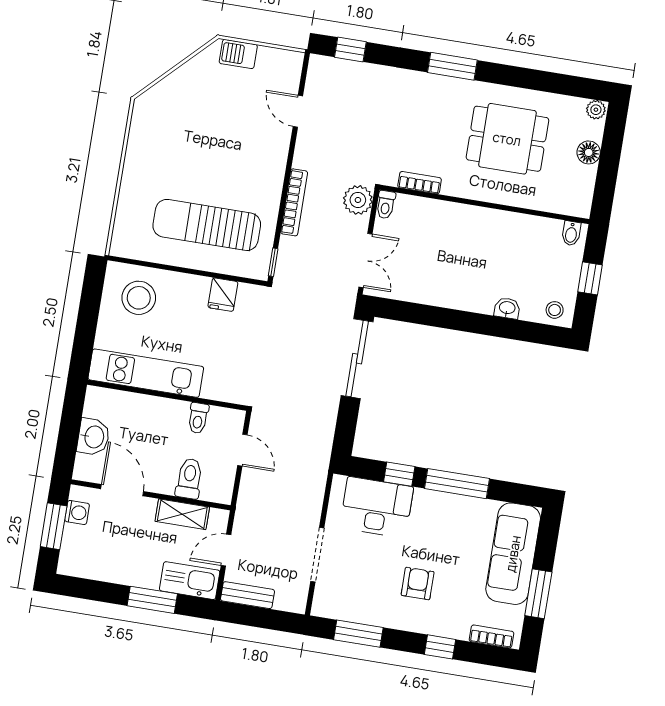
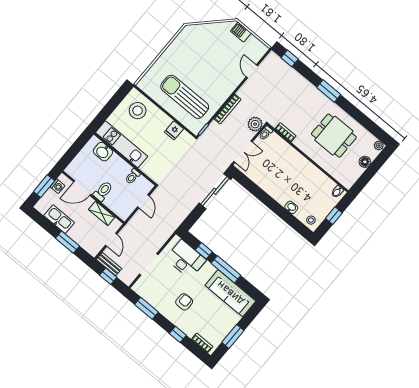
washbasin: (93, 437) -> (103, 152), moved, turned 90
toilet: (189, 479) -> (103, 191), moved
door: (122, 490) -> (82, 188), swing flipped
door: (226, 550) -> (111, 240), swing flipped
sofa: (513, 554) -> (230, 293), moved, turned -90
kitchen sink: (190, 581) -> (59, 219), moved
window: (259, 617) -> (108, 276), added

